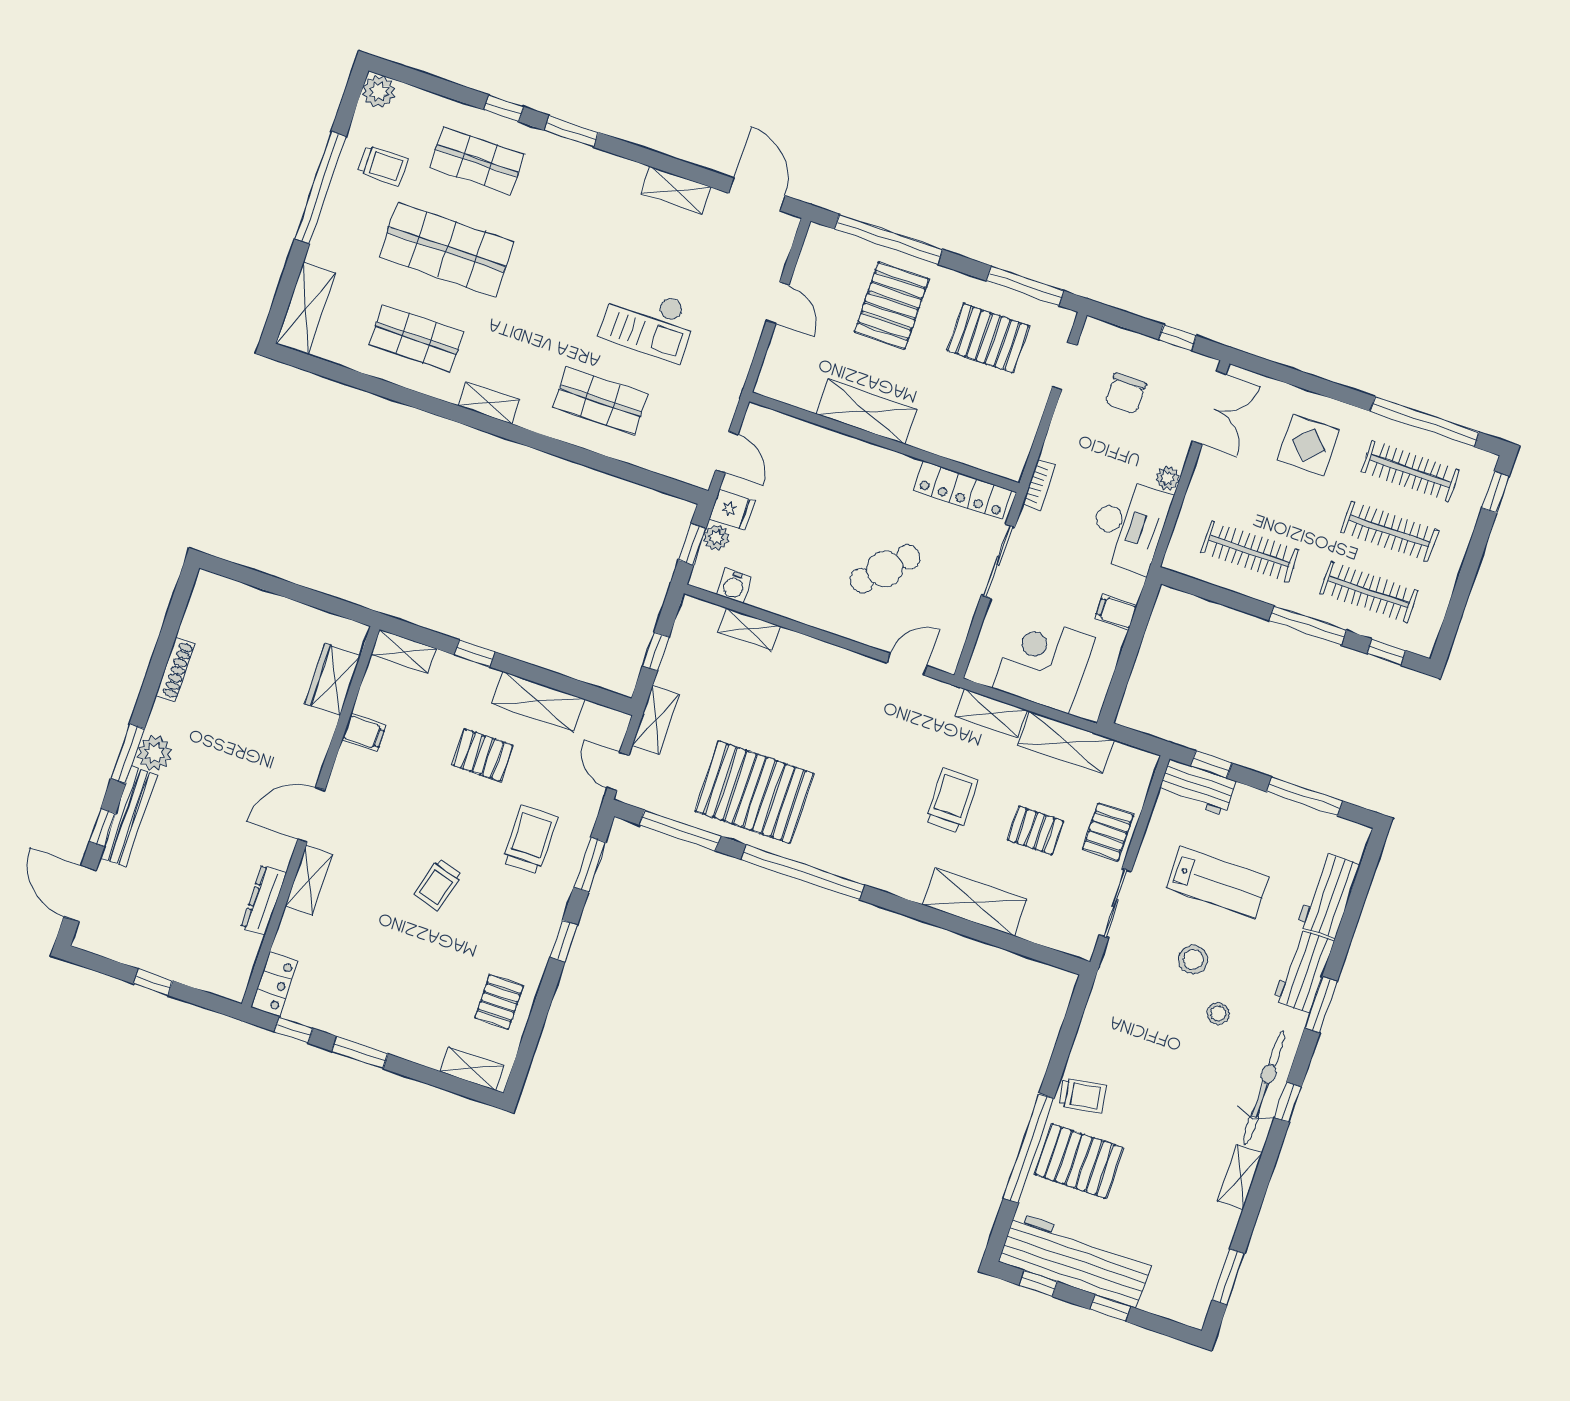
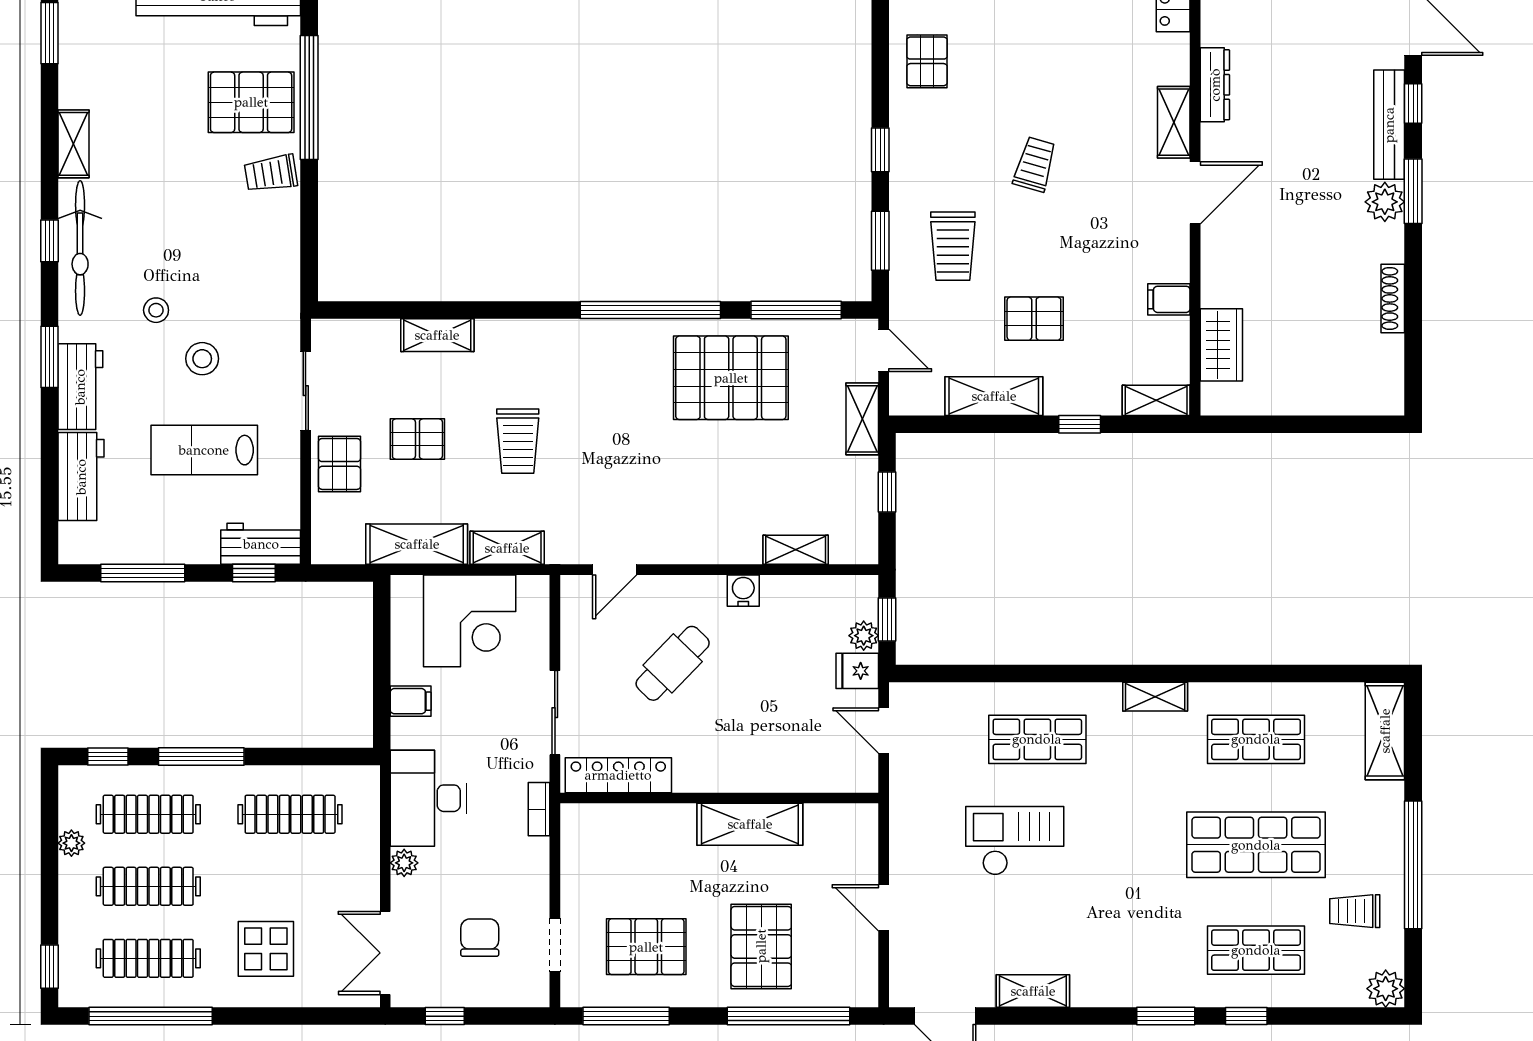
water cooler: (734, 586) -> (743, 591), moved
plant: (1442, 590) -> (71, 843), added
shelving: (975, 902) -> (437, 335), width x0.67, depth x0.75

